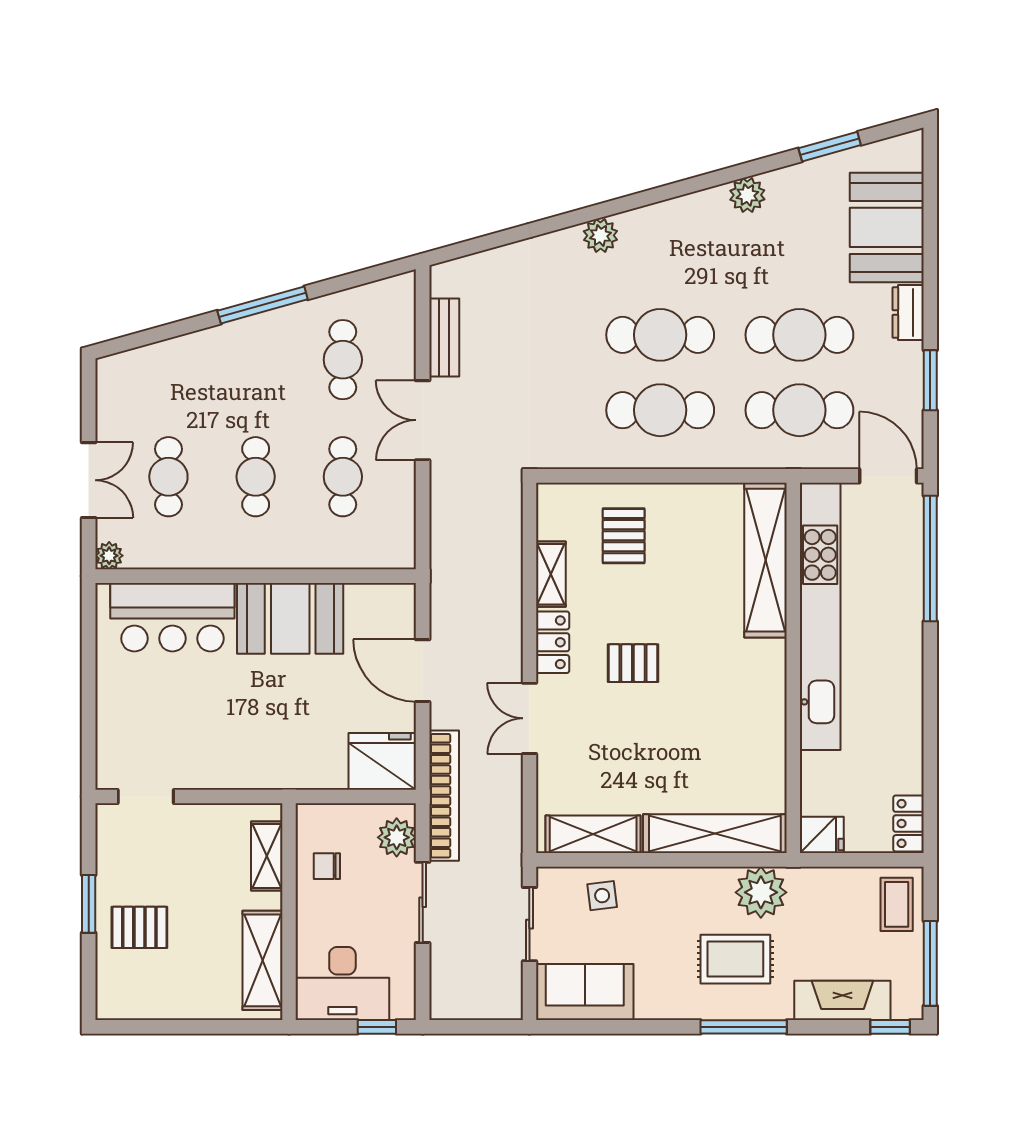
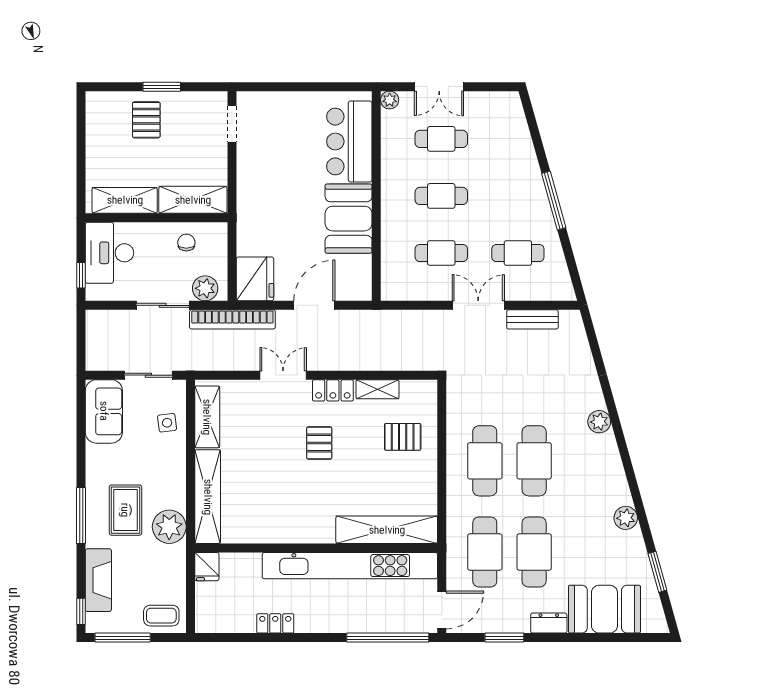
locker: (908, 823) -> (275, 623), moved
shelving: (267, 856) -> (193, 200), width x1.50, depth x1.33

